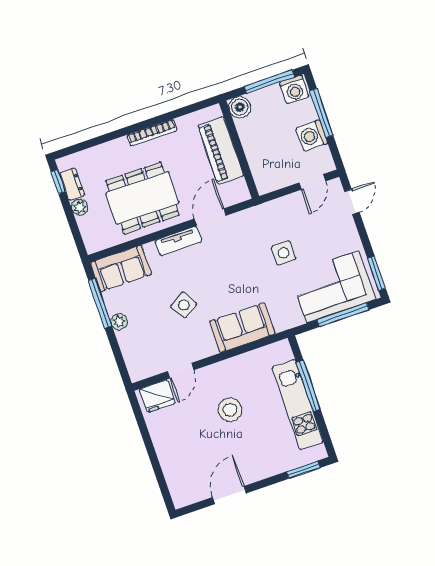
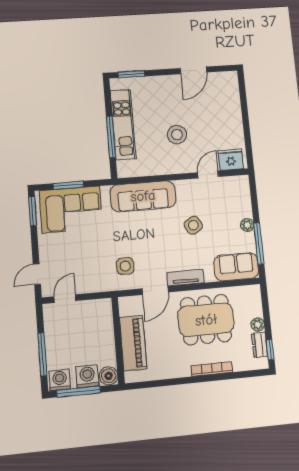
bookcase: (152, 133) -> (212, 369), moved
washing machine: (312, 136) -> (87, 376), moved, turned -90
side table: (283, 253) -> (125, 266), moved
window: (343, 315) -> (68, 185), width x0.69
sofa: (242, 328) -> (143, 196), width x1.36

